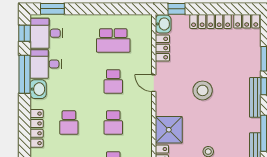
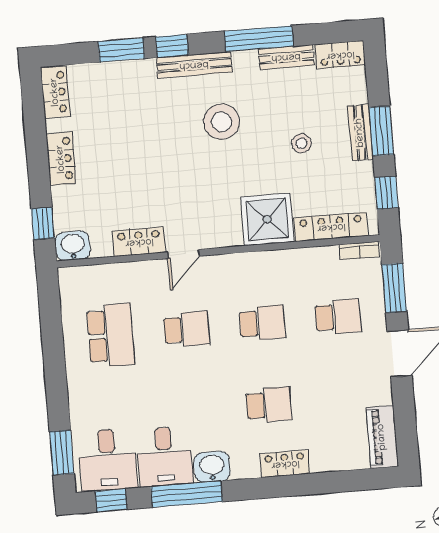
locker: (211, 21) -> (61, 159), width x0.66
locker: (162, 48) -> (139, 242), moved
stool: (203, 90) -> (222, 122), moved
locker: (37, 128) -> (285, 464), width x0.66

